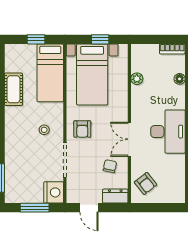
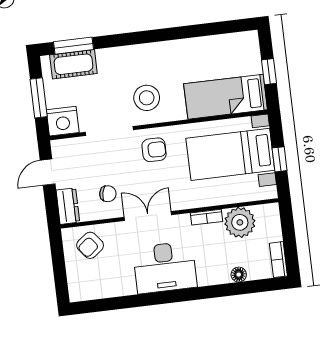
plant: (137, 79) -> (240, 222), width x1.87, depth x1.87
cot: (14, 89) -> (73, 64), moved
bookcase: (135, 97) -> (207, 217), added
armchair: (82, 129) -> (154, 150), turned 180
stool: (44, 130) -> (147, 98), width x1.89, depth x1.89

